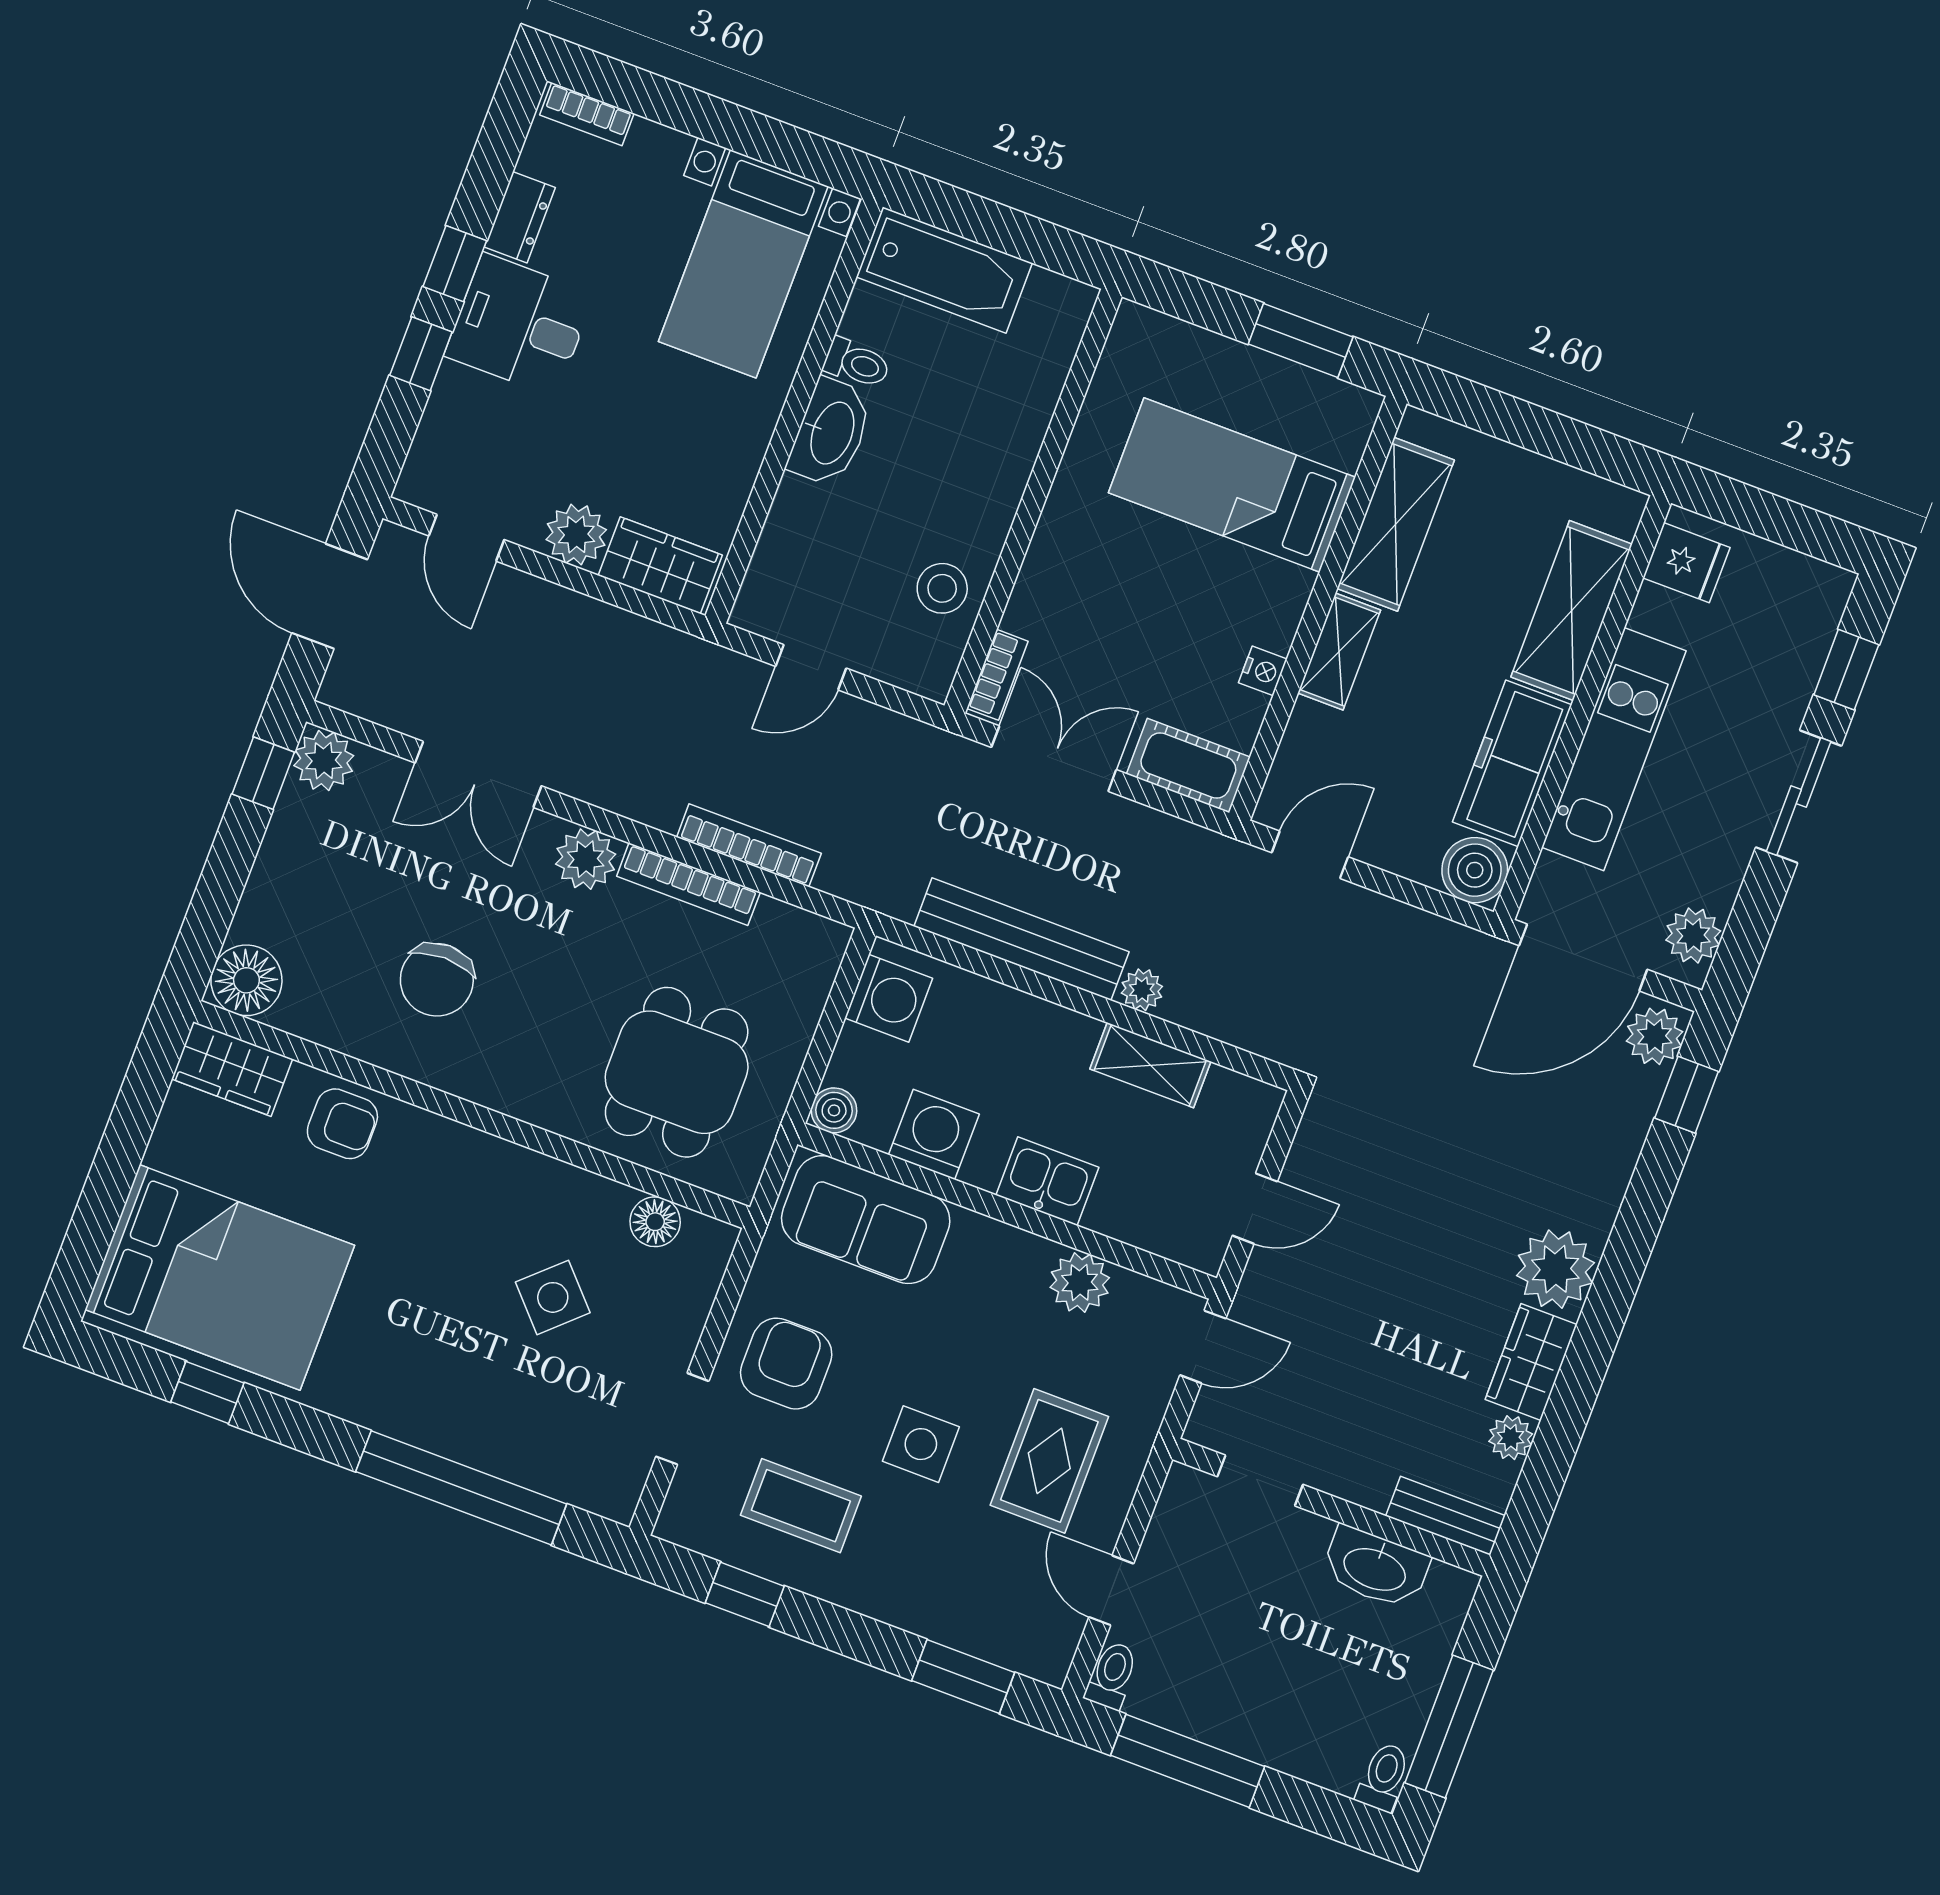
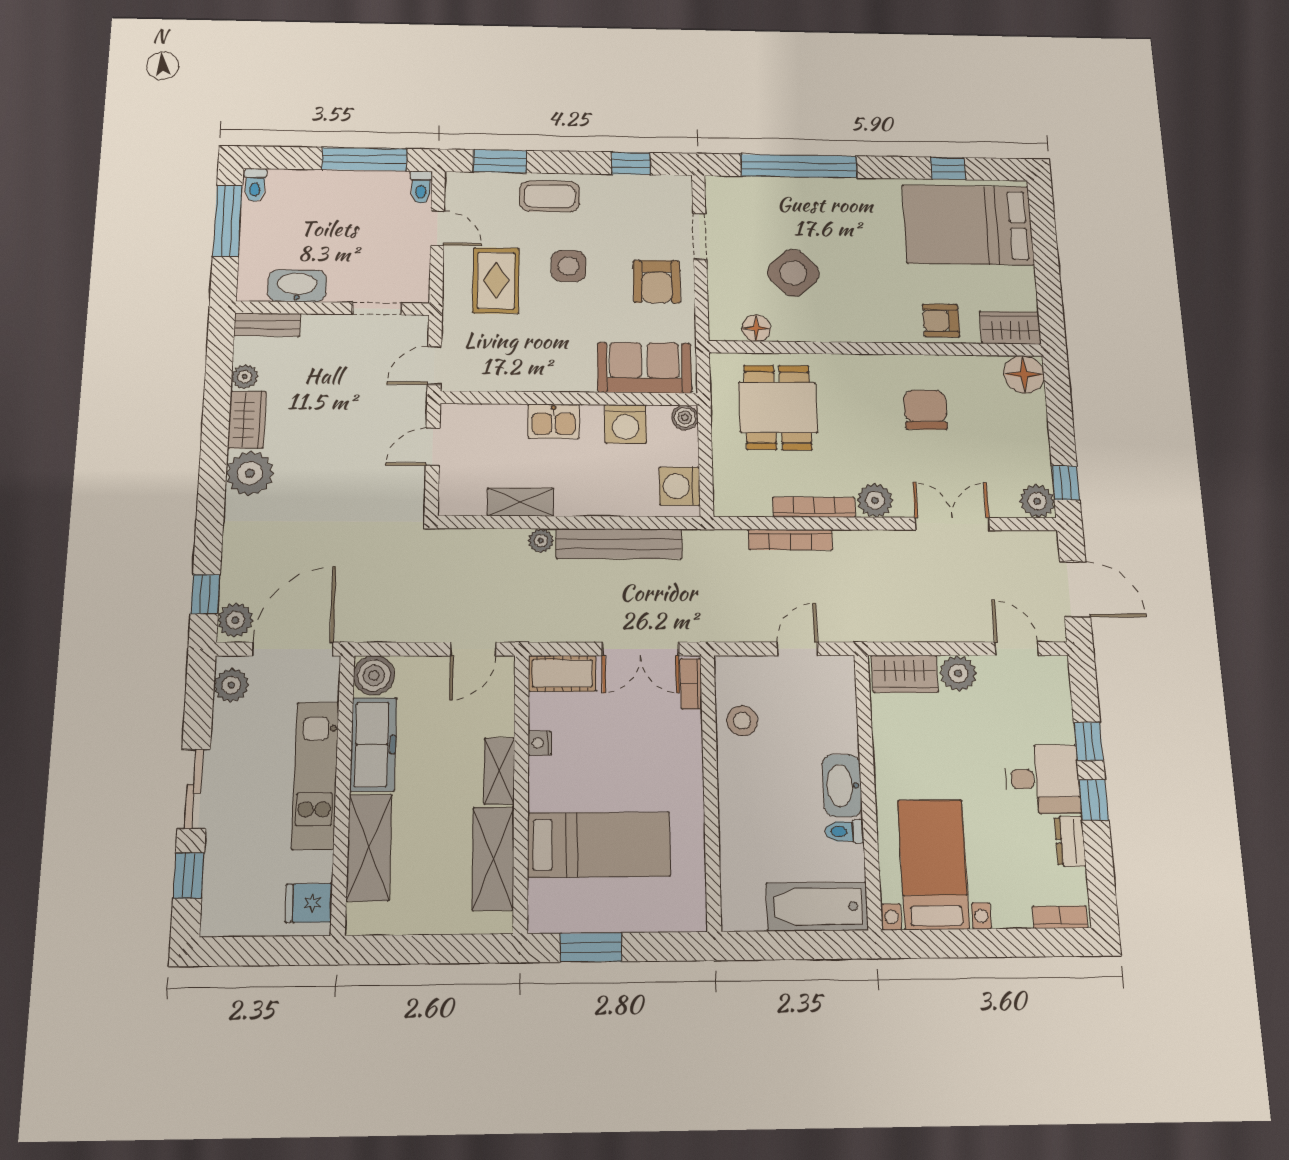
plant: (1080, 1283) -> (515, 375), removed
side table: (553, 1297) -> (793, 273), width x1.37, depth x1.37
coffee table: (801, 1506) -> (550, 196), moved

